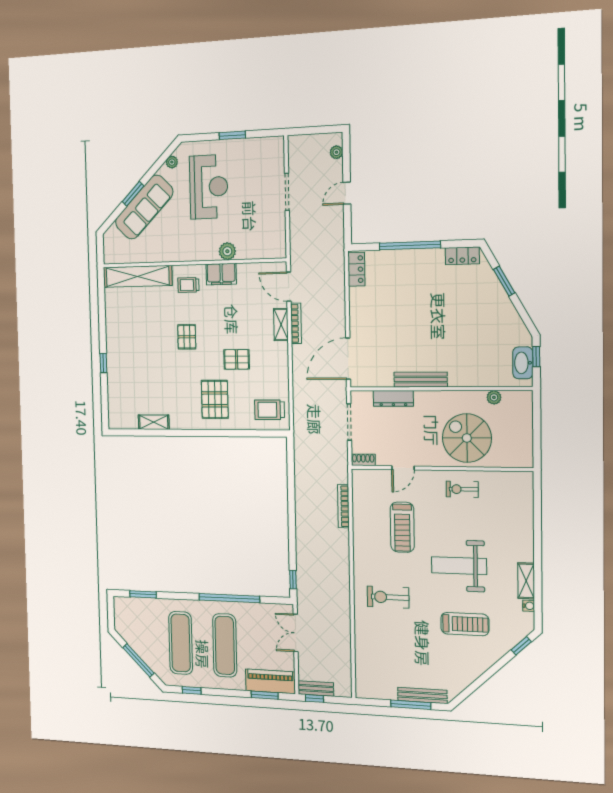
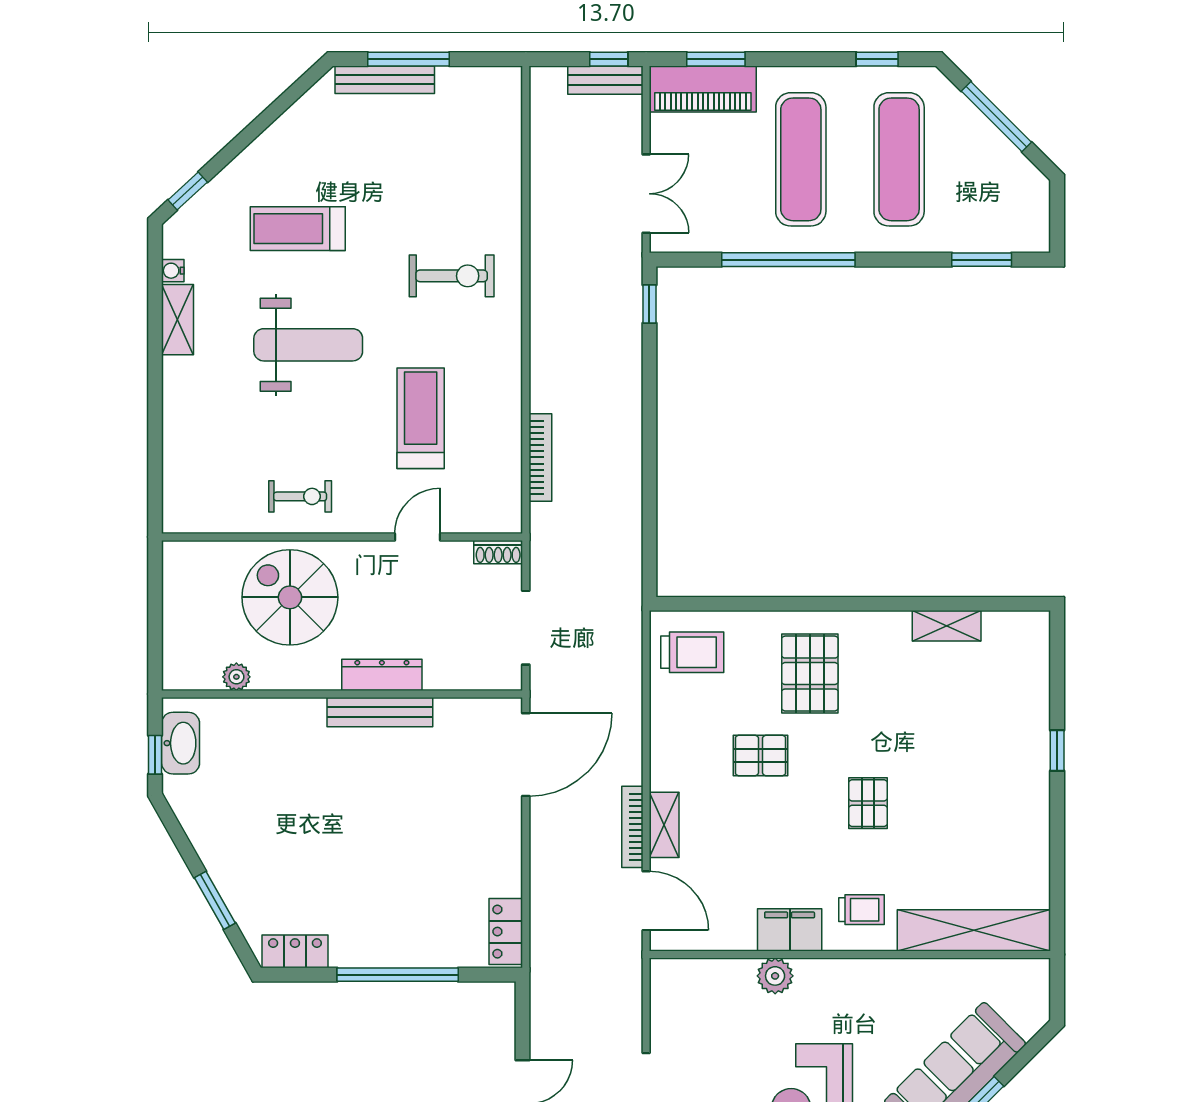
dresser: (393, 398) -> (382, 675), moved
spiral stairs: (467, 438) -> (290, 597), turned 180

